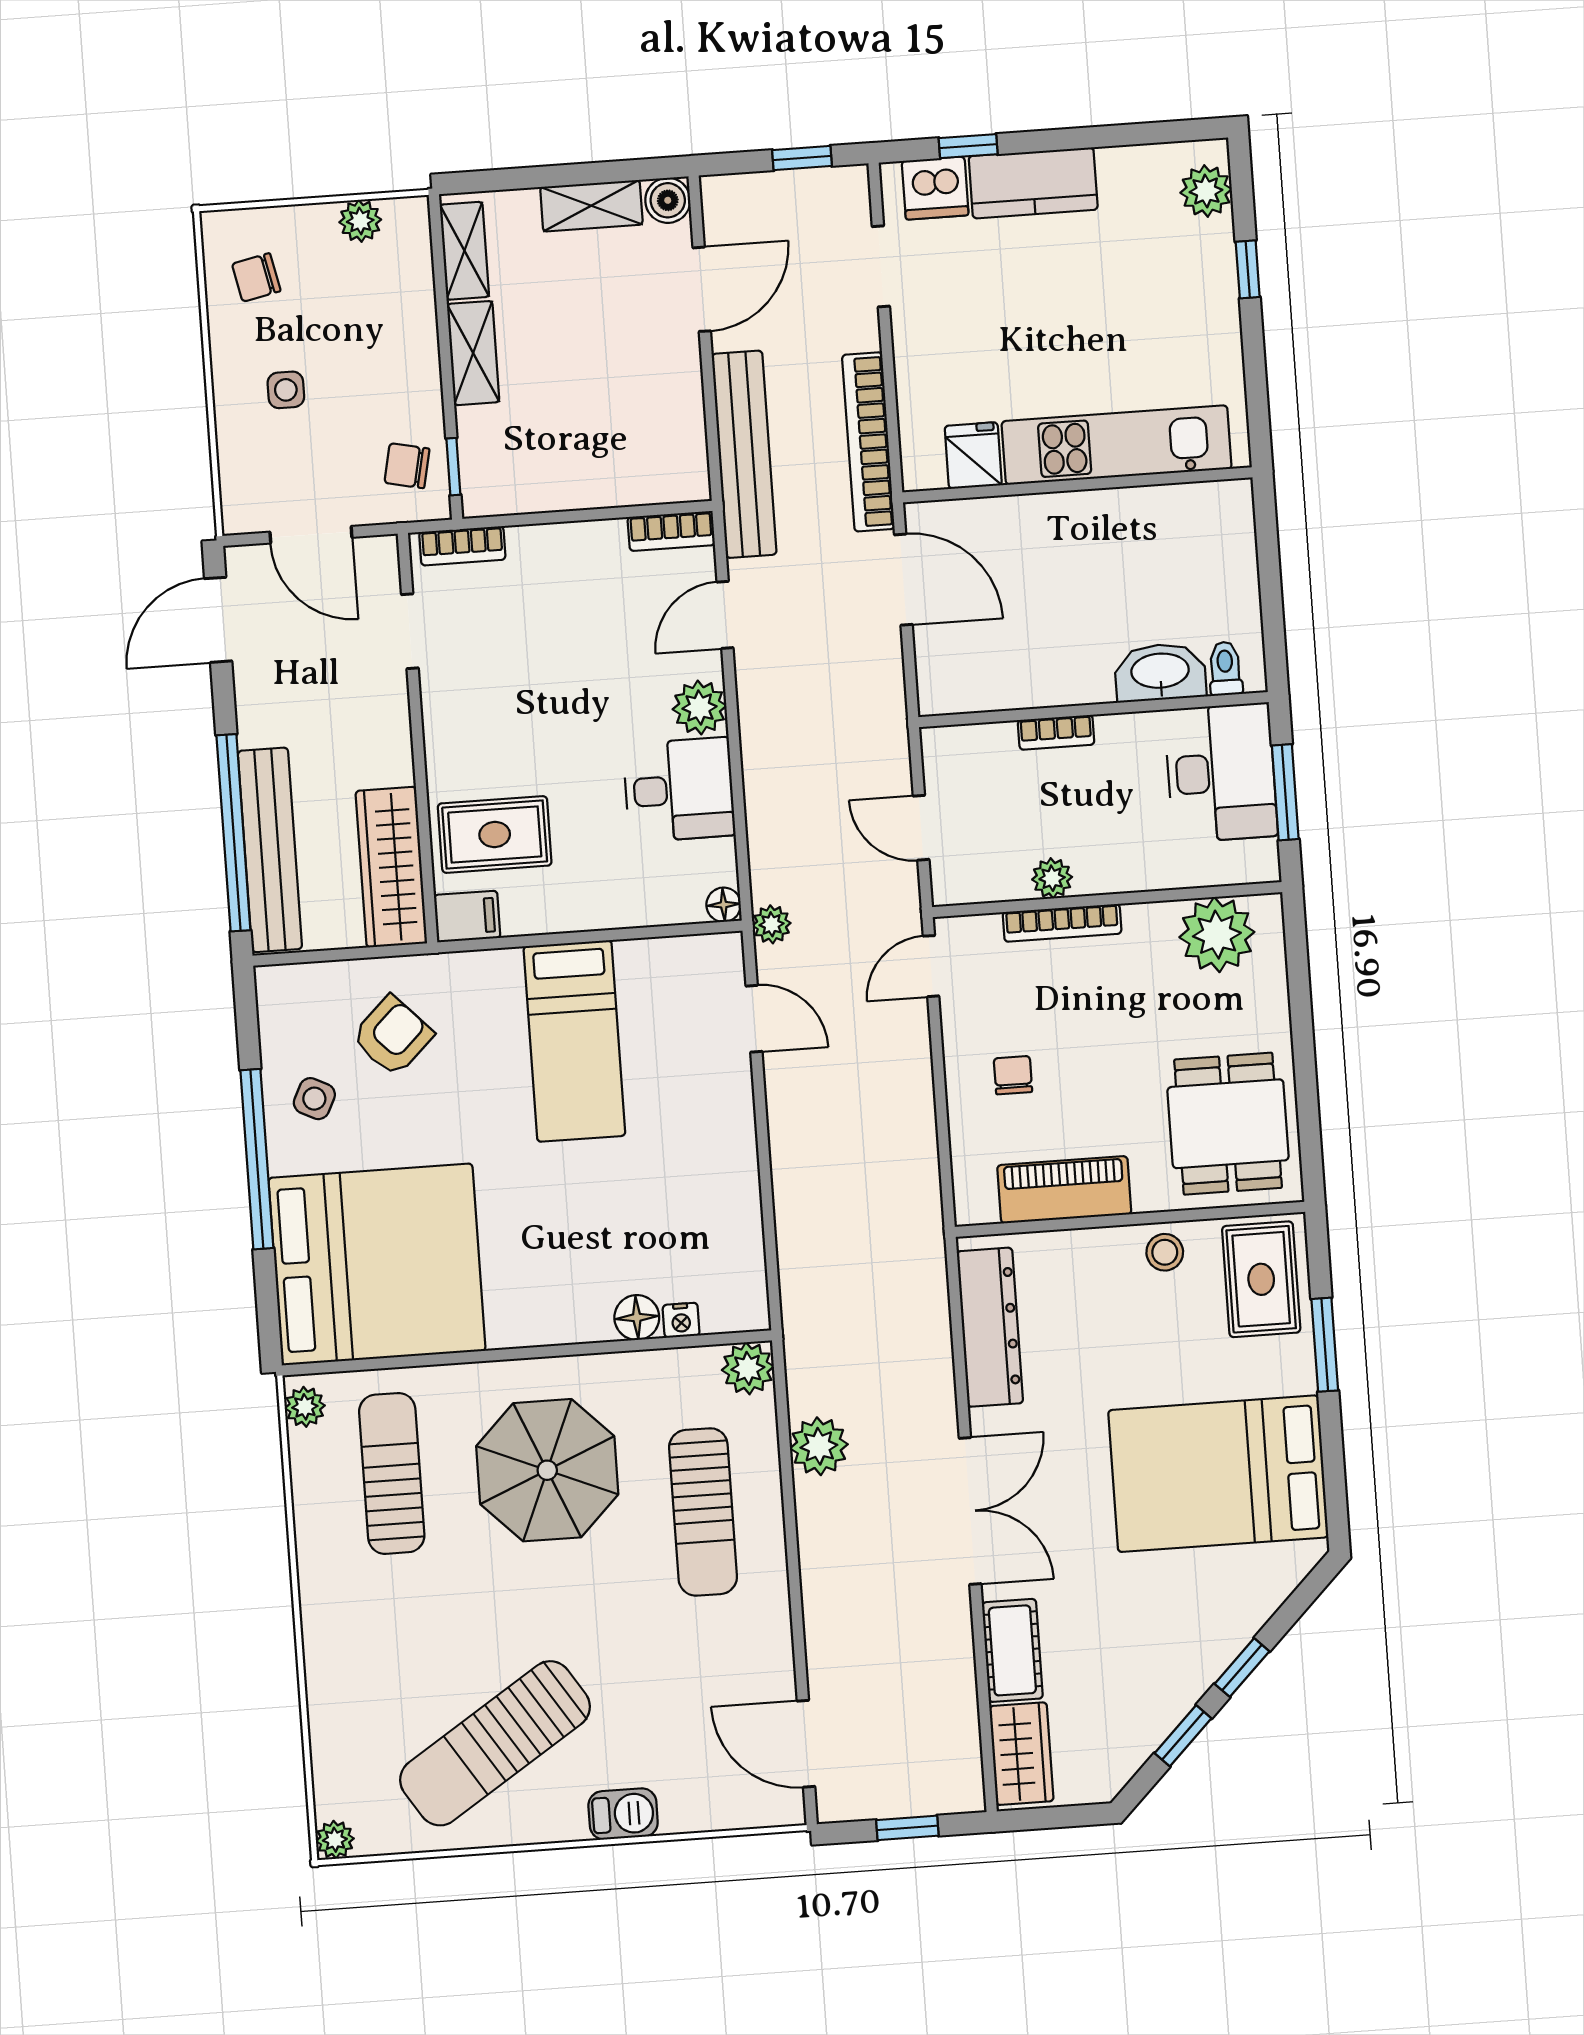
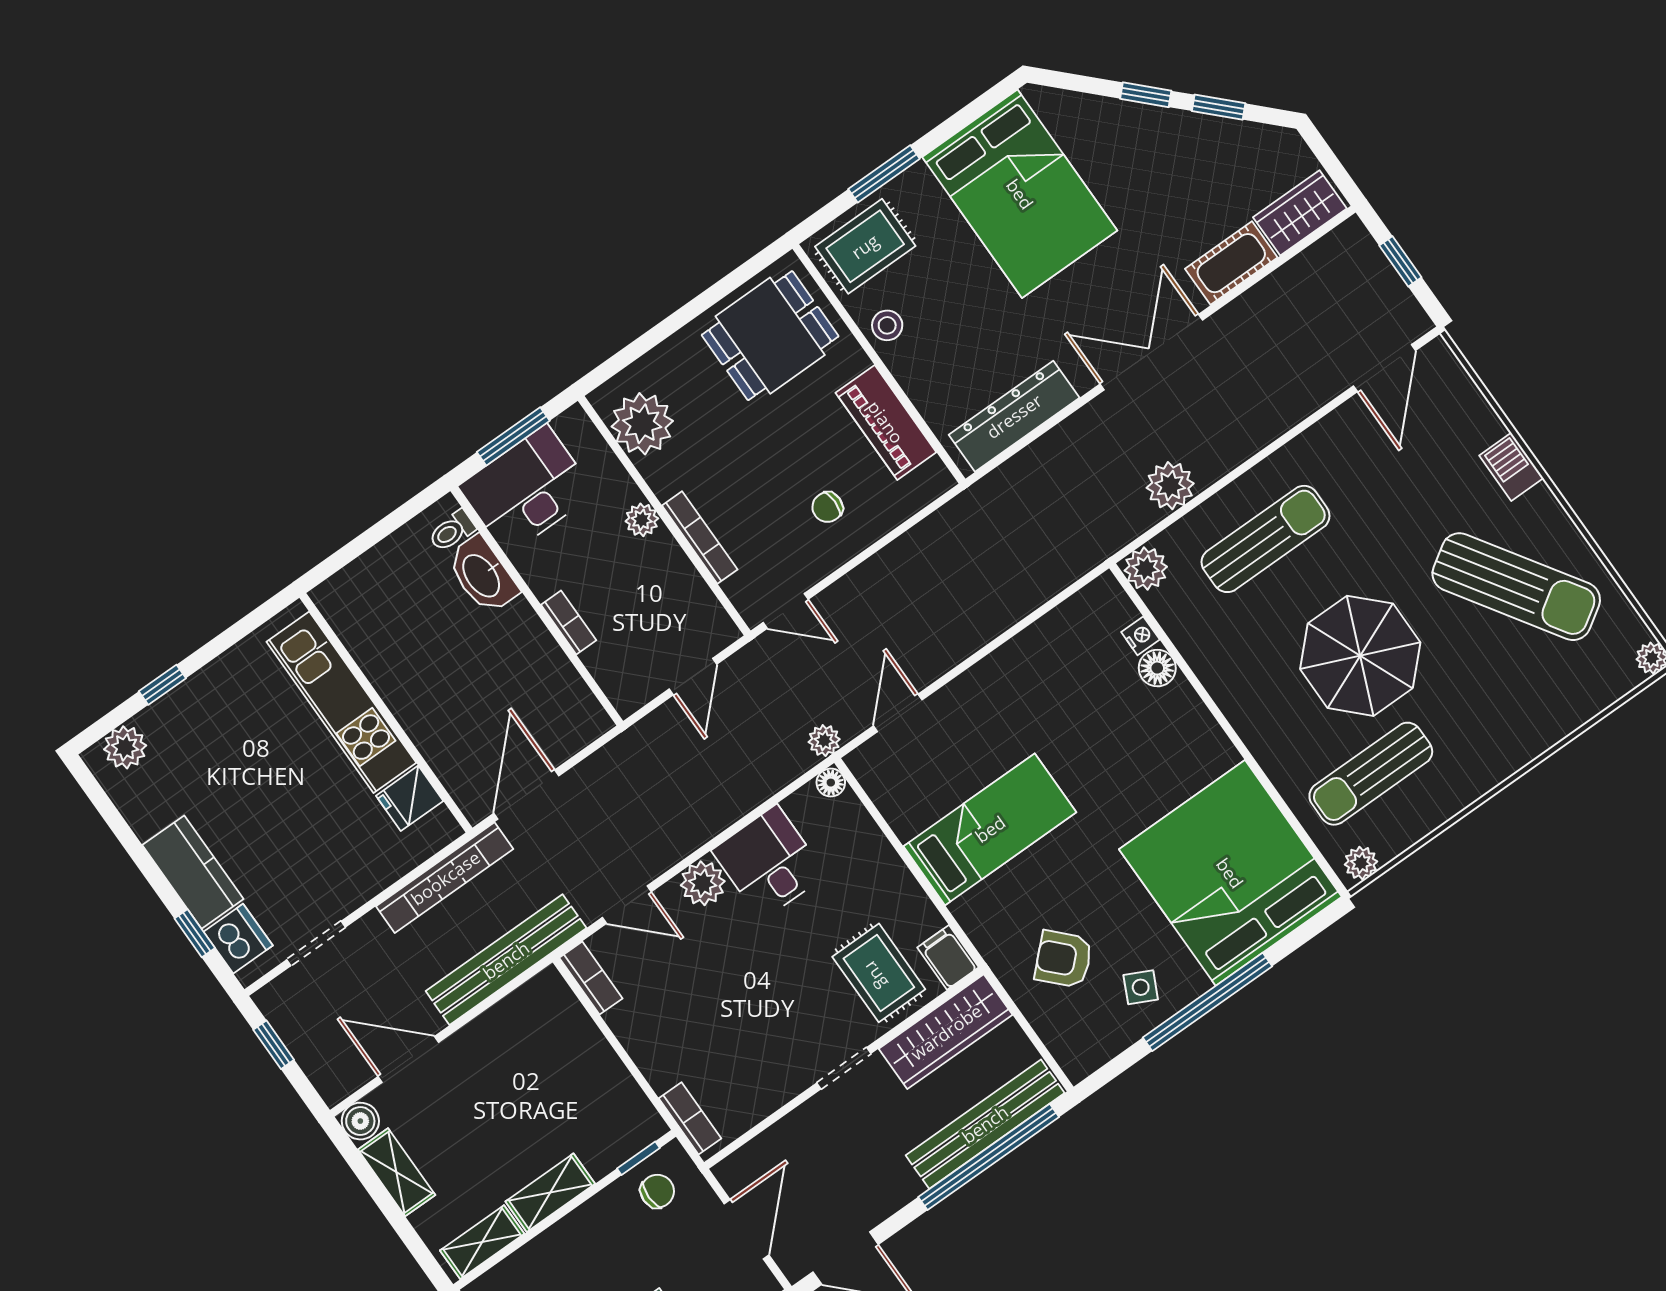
chair: (407, 466) -> (657, 1191), turned -102
doorway: (410, 631) -> (844, 1068), moved
plant: (1052, 878) -> (642, 520), moved
parasol: (547, 1470) -> (1360, 656), moved

